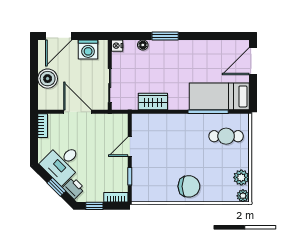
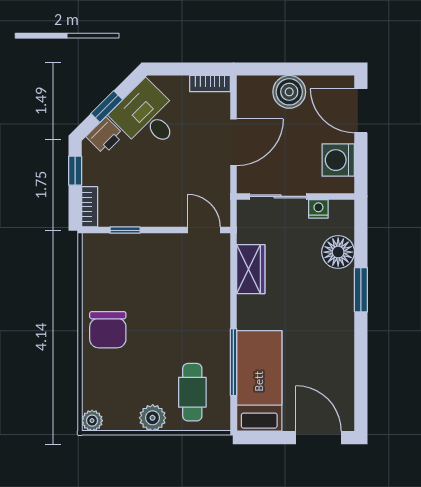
floor lamp: (143, 45) -> (338, 252), width x1.89, depth x1.89
nightstand: (117, 46) -> (318, 209), moved
door: (130, 147) -> (204, 230), moved
plant: (241, 177) -> (153, 418), moved

